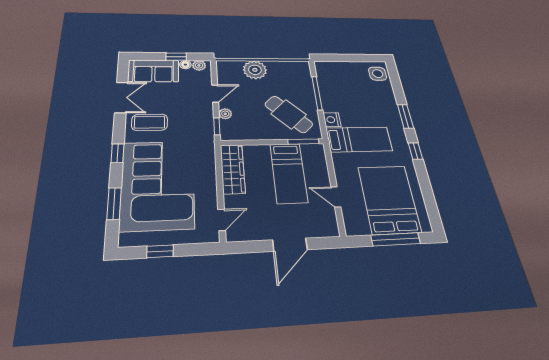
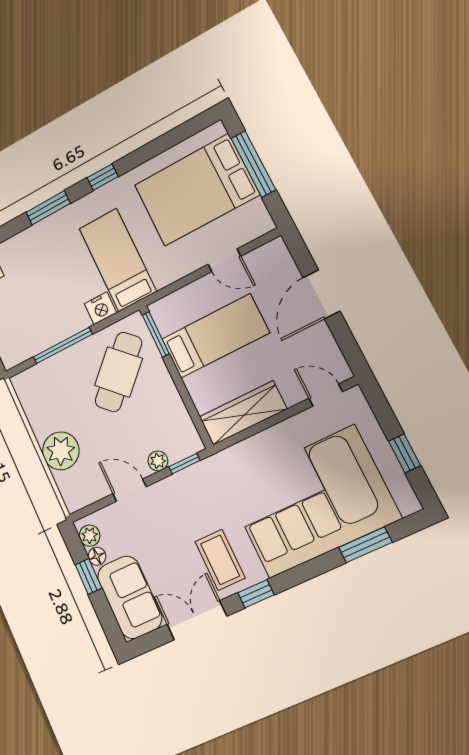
window: (118, 153) -> (256, 594), moved
door: (336, 197) -> (224, 260), hinge flipped
door: (290, 245) -> (321, 294), swing flipped

